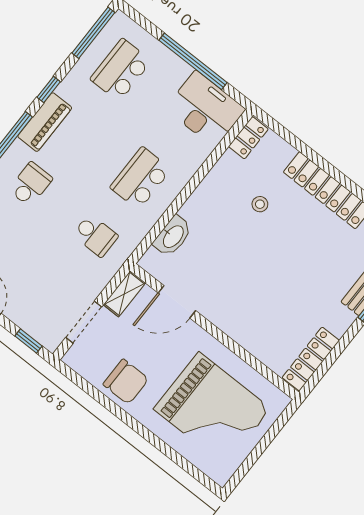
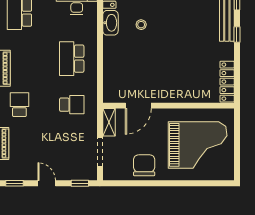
washbasin: (173, 236) -> (110, 23), moved
chair: (126, 382) -> (144, 165), turned -90

